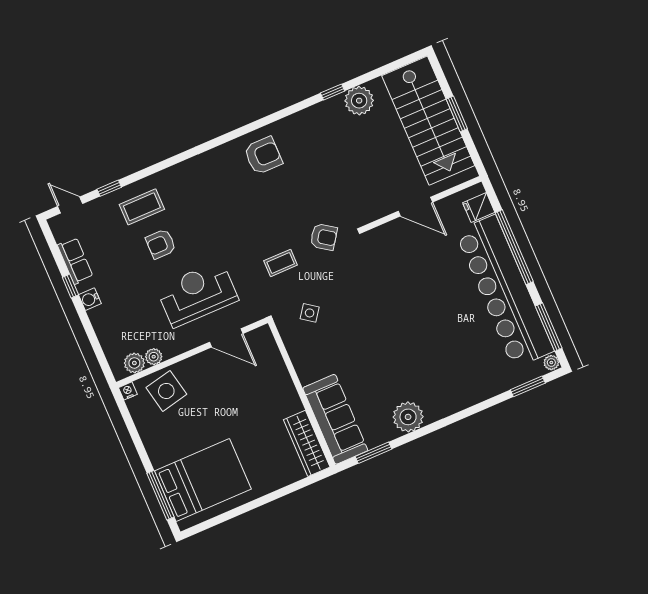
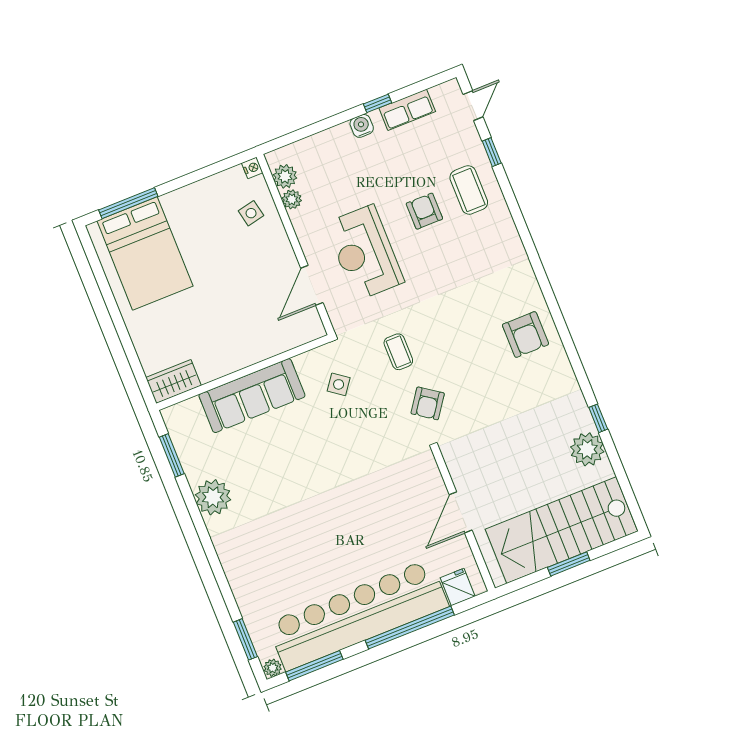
reception desk: (197, 294) -> (364, 253), turned 180
side table: (166, 391) -> (251, 213), width x0.54, depth x0.54
sofa: (335, 419) -> (252, 396), moved
wardrobe: (307, 443) -> (174, 382), width x0.67

